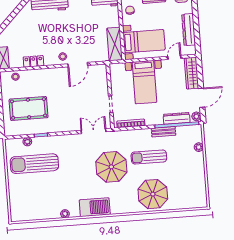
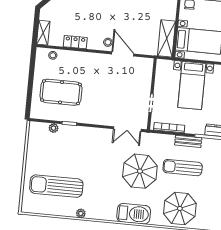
door: (78, 65) -> (123, 54), swing flipped
double door: (94, 131) -> (127, 129), swing flipped
bench: (164, 132) -> (188, 141), moved
sun lounger: (34, 164) -> (56, 186), moved
barbecue: (95, 207) -> (134, 214), moved

